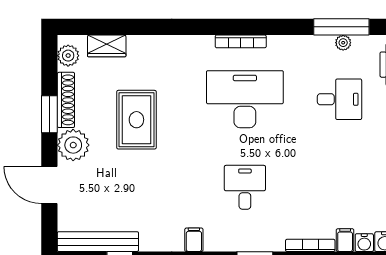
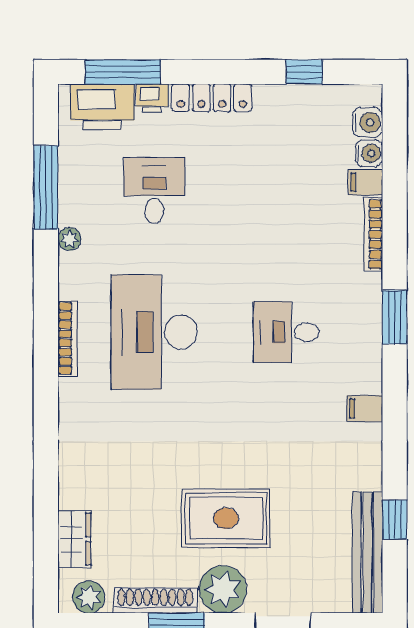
plant: (343, 43) -> (69, 239), moved
rug: (136, 120) -> (226, 518), moved

